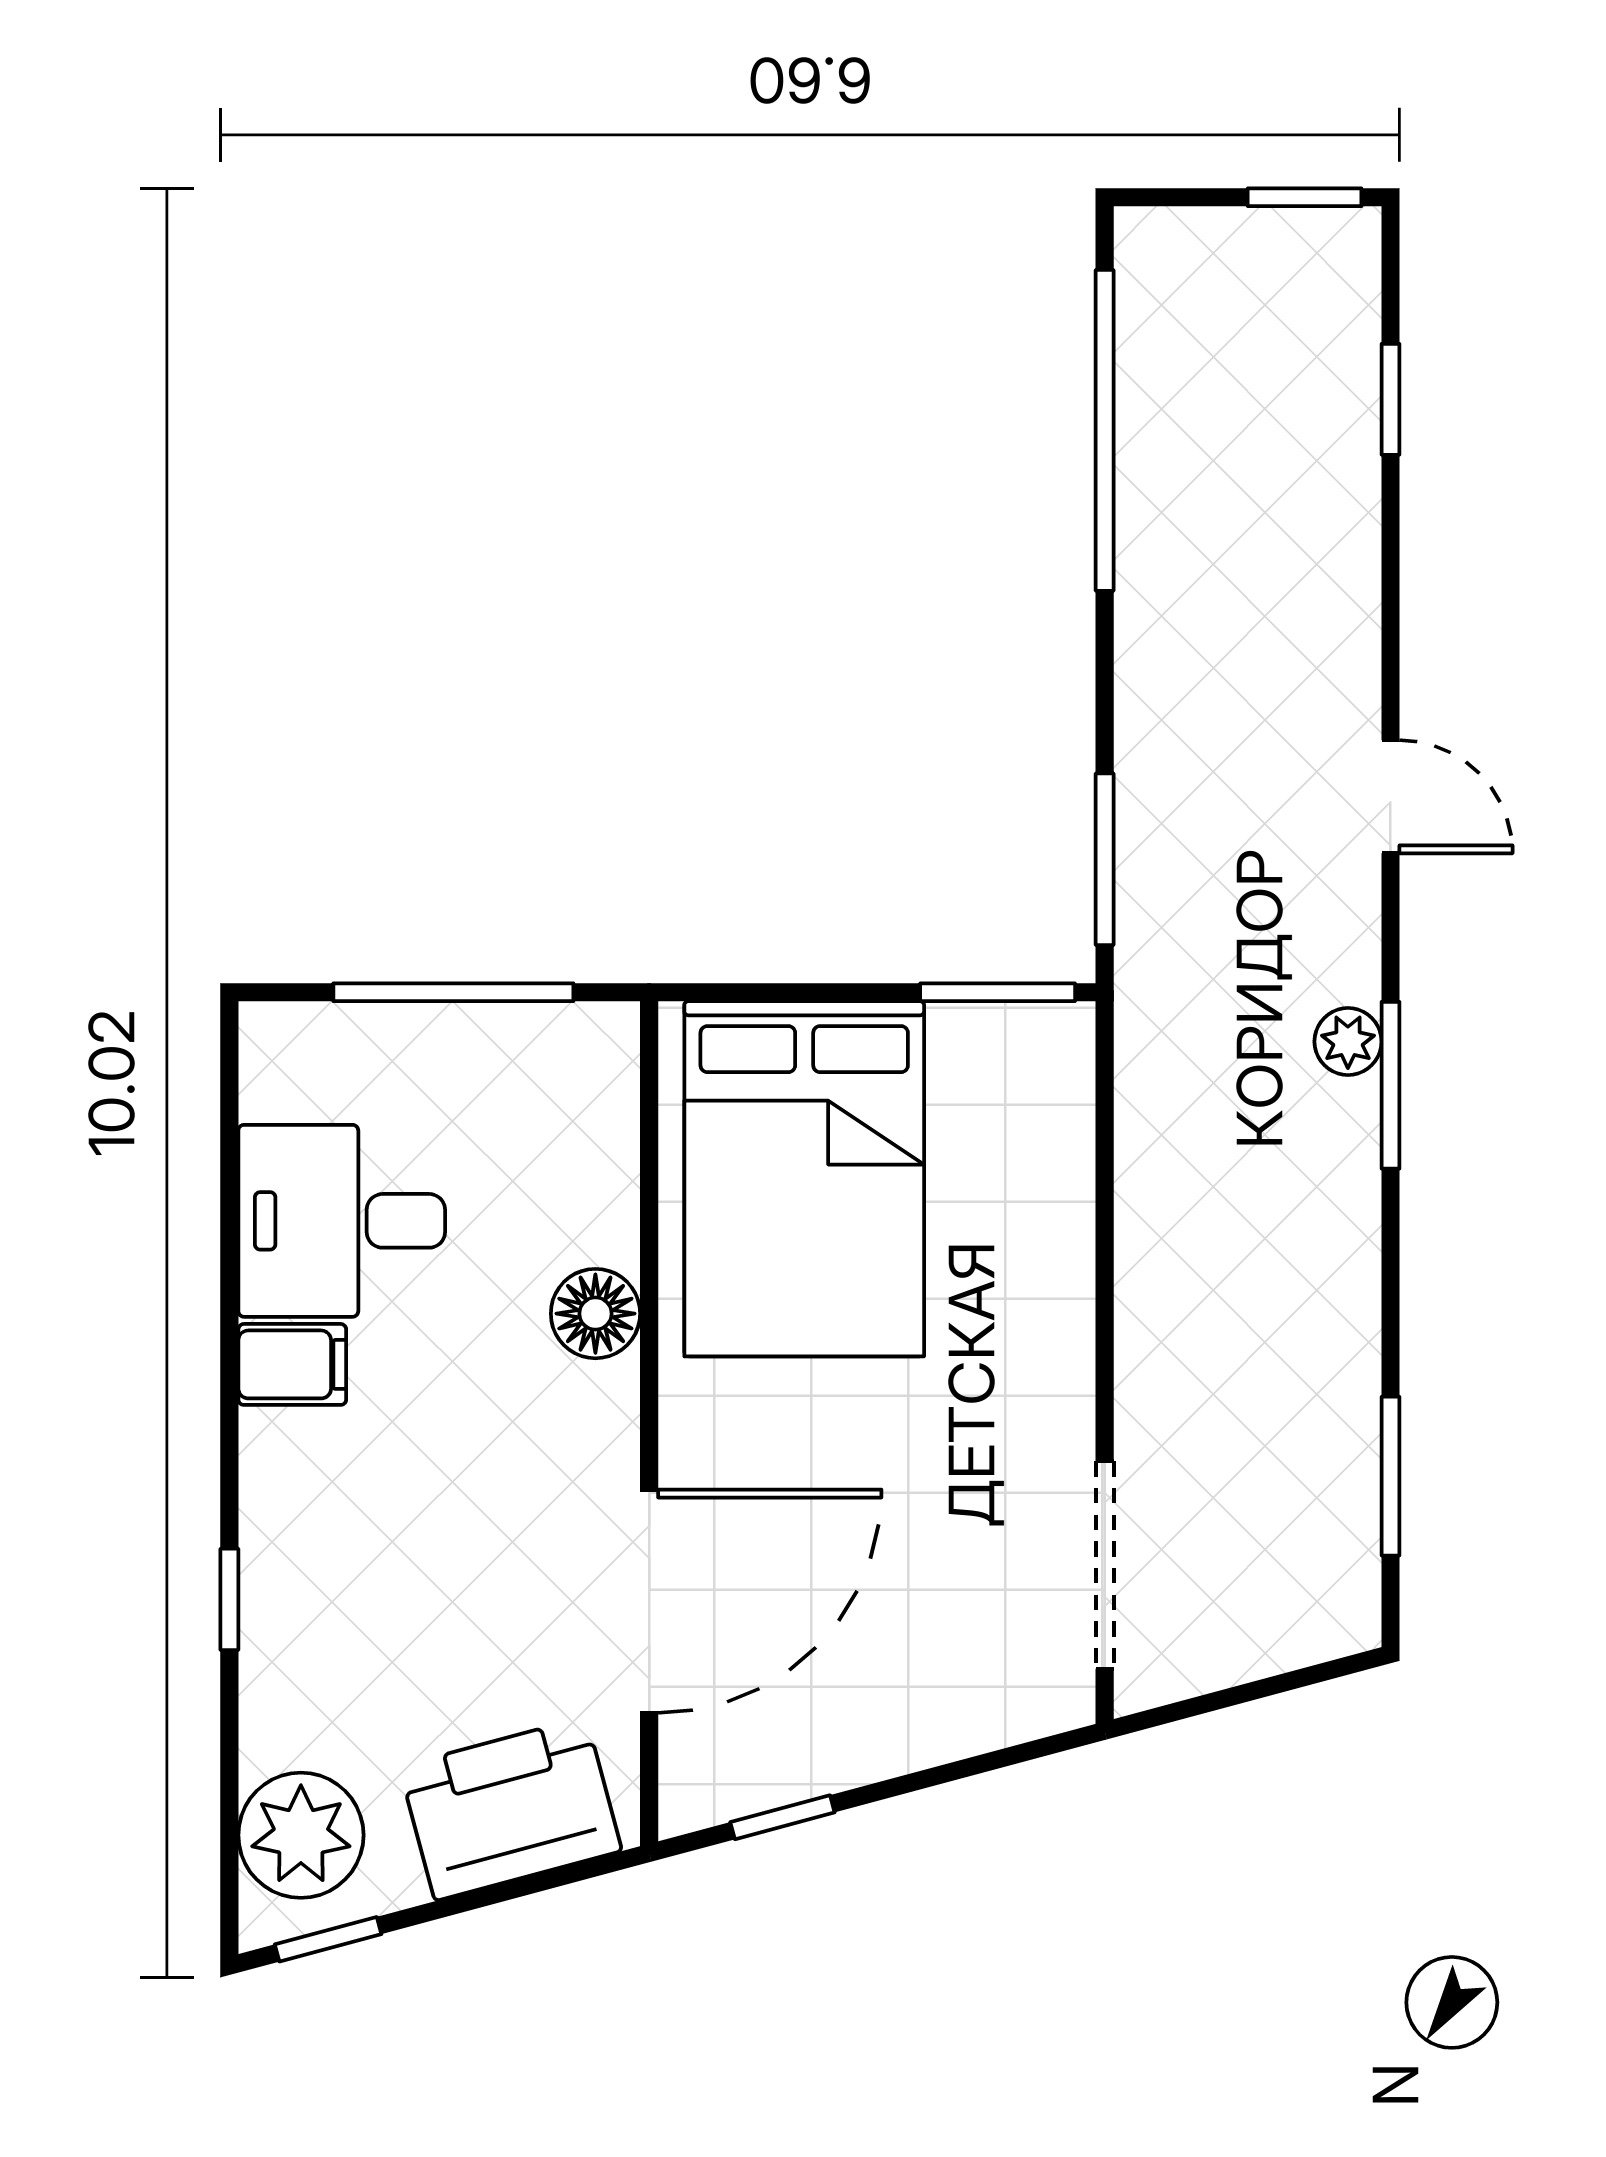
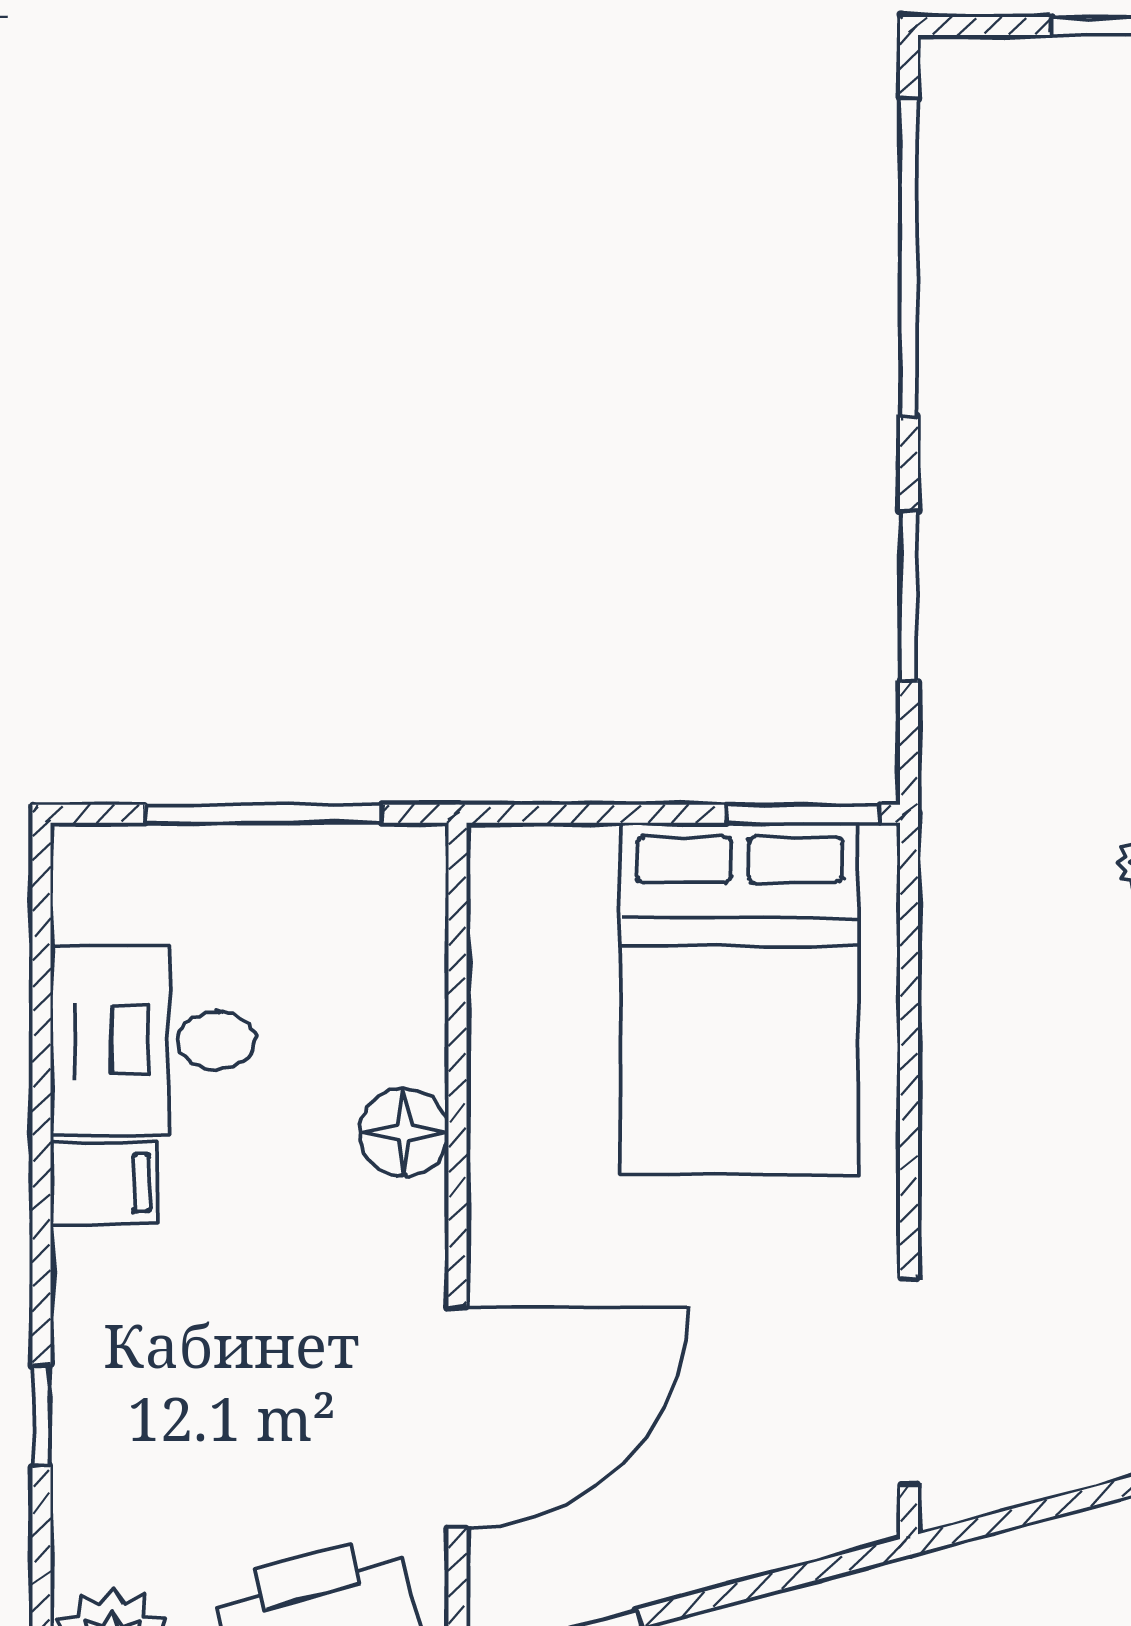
window: (1105, 859) -> (909, 596), moved
bed: (804, 1179) -> (740, 999), moved

